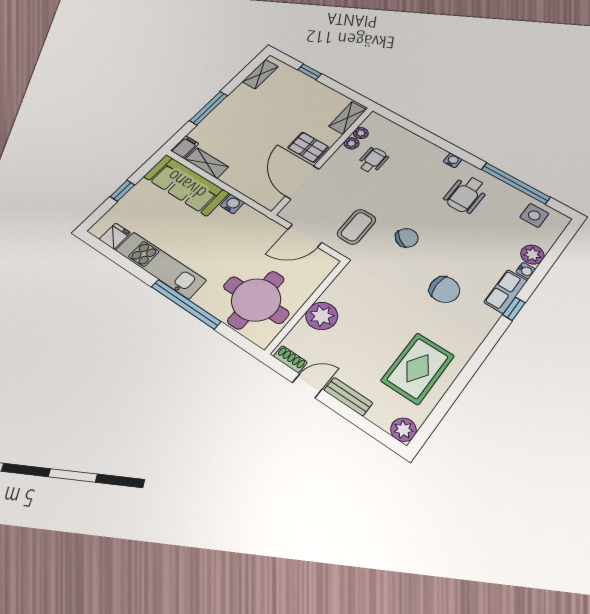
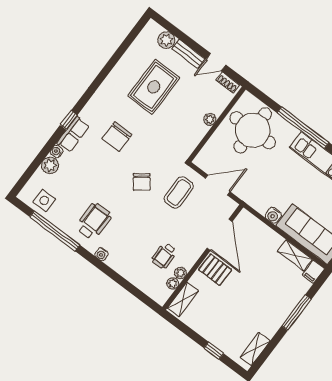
chair: (407, 238) -> (142, 182), turned -72
chair: (444, 290) -> (117, 137), turned -90
plant: (322, 316) -> (210, 119), width x0.53, depth x0.53
rug: (418, 368) -> (154, 87), moved
plant: (403, 430) -> (166, 40), moved

